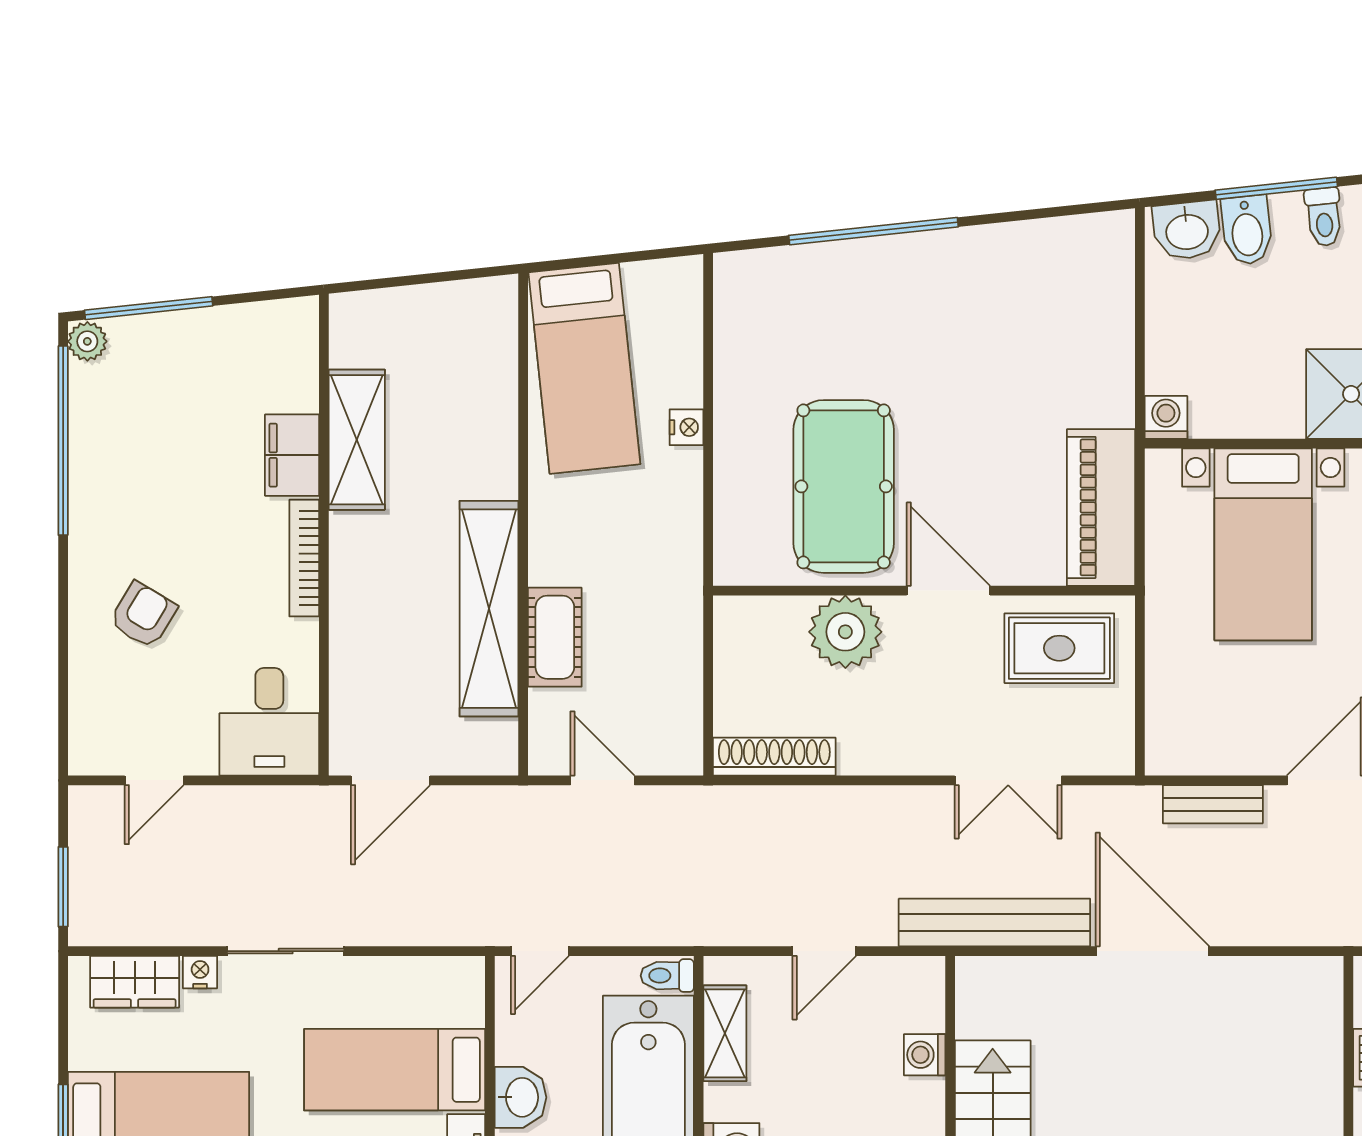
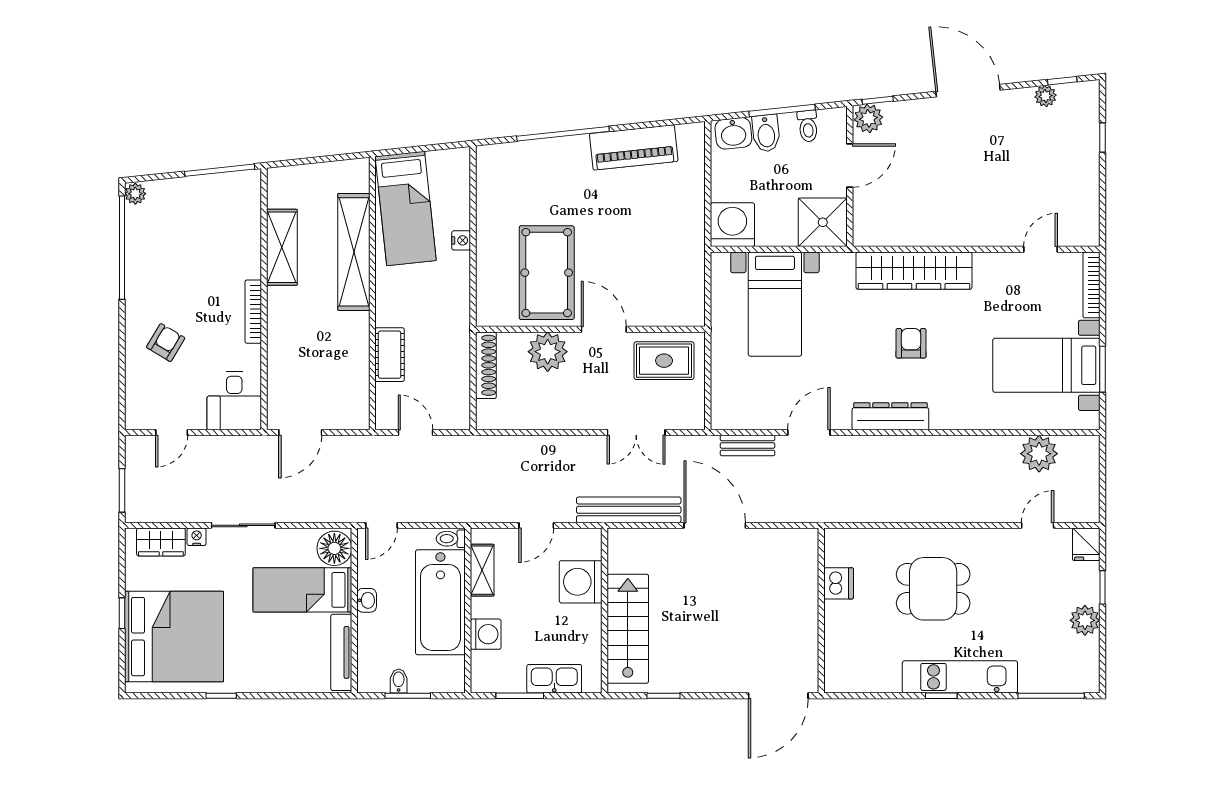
window: (149, 308) -> (220, 170), moved
washing machine: (1166, 417) -> (732, 225), width x1.89, depth x1.89
filing cabinet: (292, 455) -> (247, 256), removed
piano: (1101, 507) -> (634, 147), moved, turned -96
shelving: (489, 609) -> (354, 252), moved
shoe rack: (774, 757) -> (486, 365), moved, turned 90
floor lamp: (453, 993) -> (334, 548), added
washing machine: (925, 1055) -> (581, 582), width x1.89, depth x1.89
washbasin: (520, 1097) -> (367, 600), width x0.72, depth x0.69

